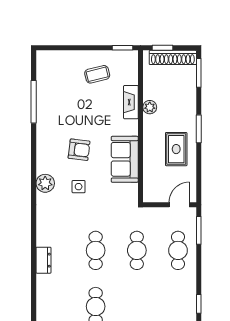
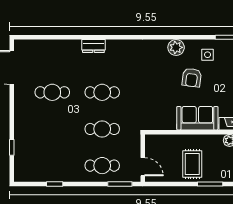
rug: (176, 149) -> (192, 164), turned 90
sofa: (125, 159) -> (197, 118), moved
plant: (45, 183) -> (176, 47), moved
side table: (79, 187) -> (208, 55), moved

